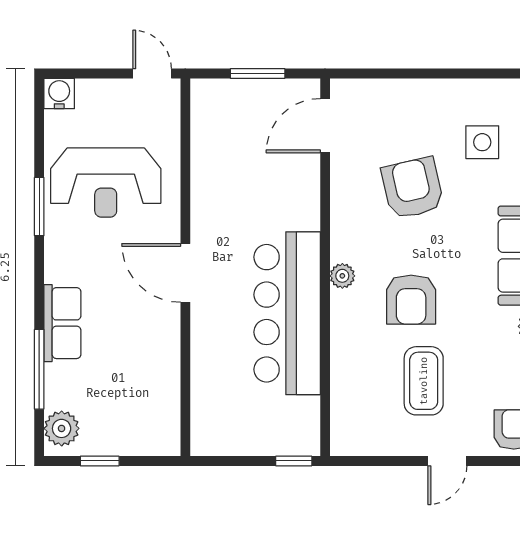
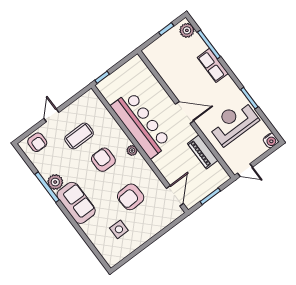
piano: (208, 170) -> (203, 152), added
armchair: (413, 188) -> (131, 197), turned 100
coffee table: (424, 381) -> (79, 136), turned 90

